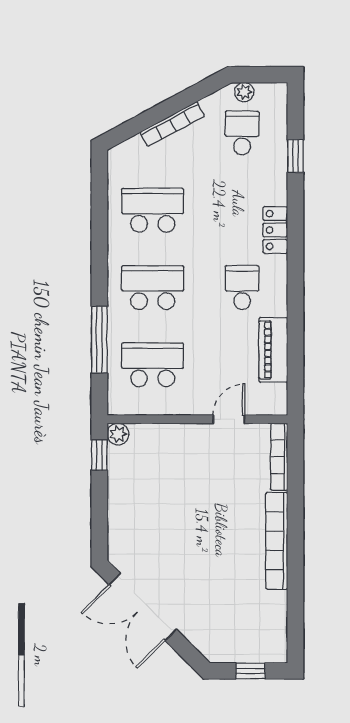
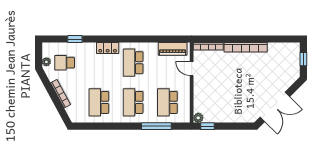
school desk: (242, 288) -> (133, 63), width x1.85
piano: (273, 350) -> (173, 49), moved

